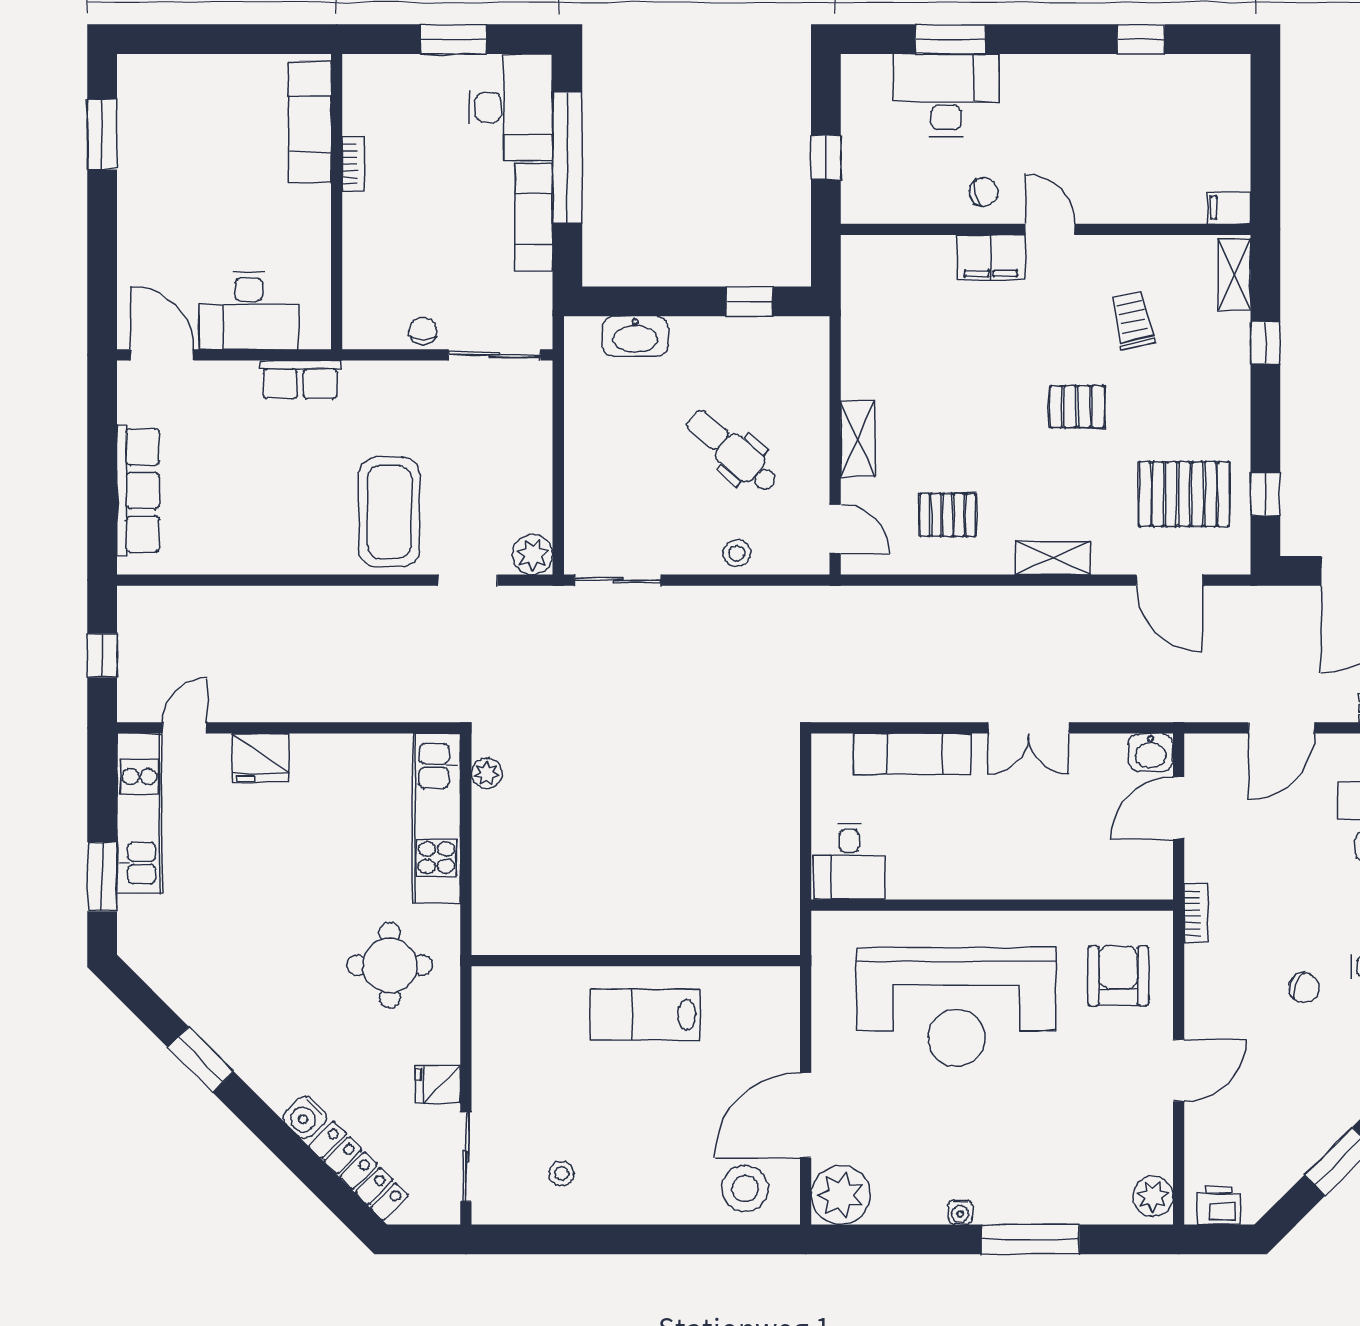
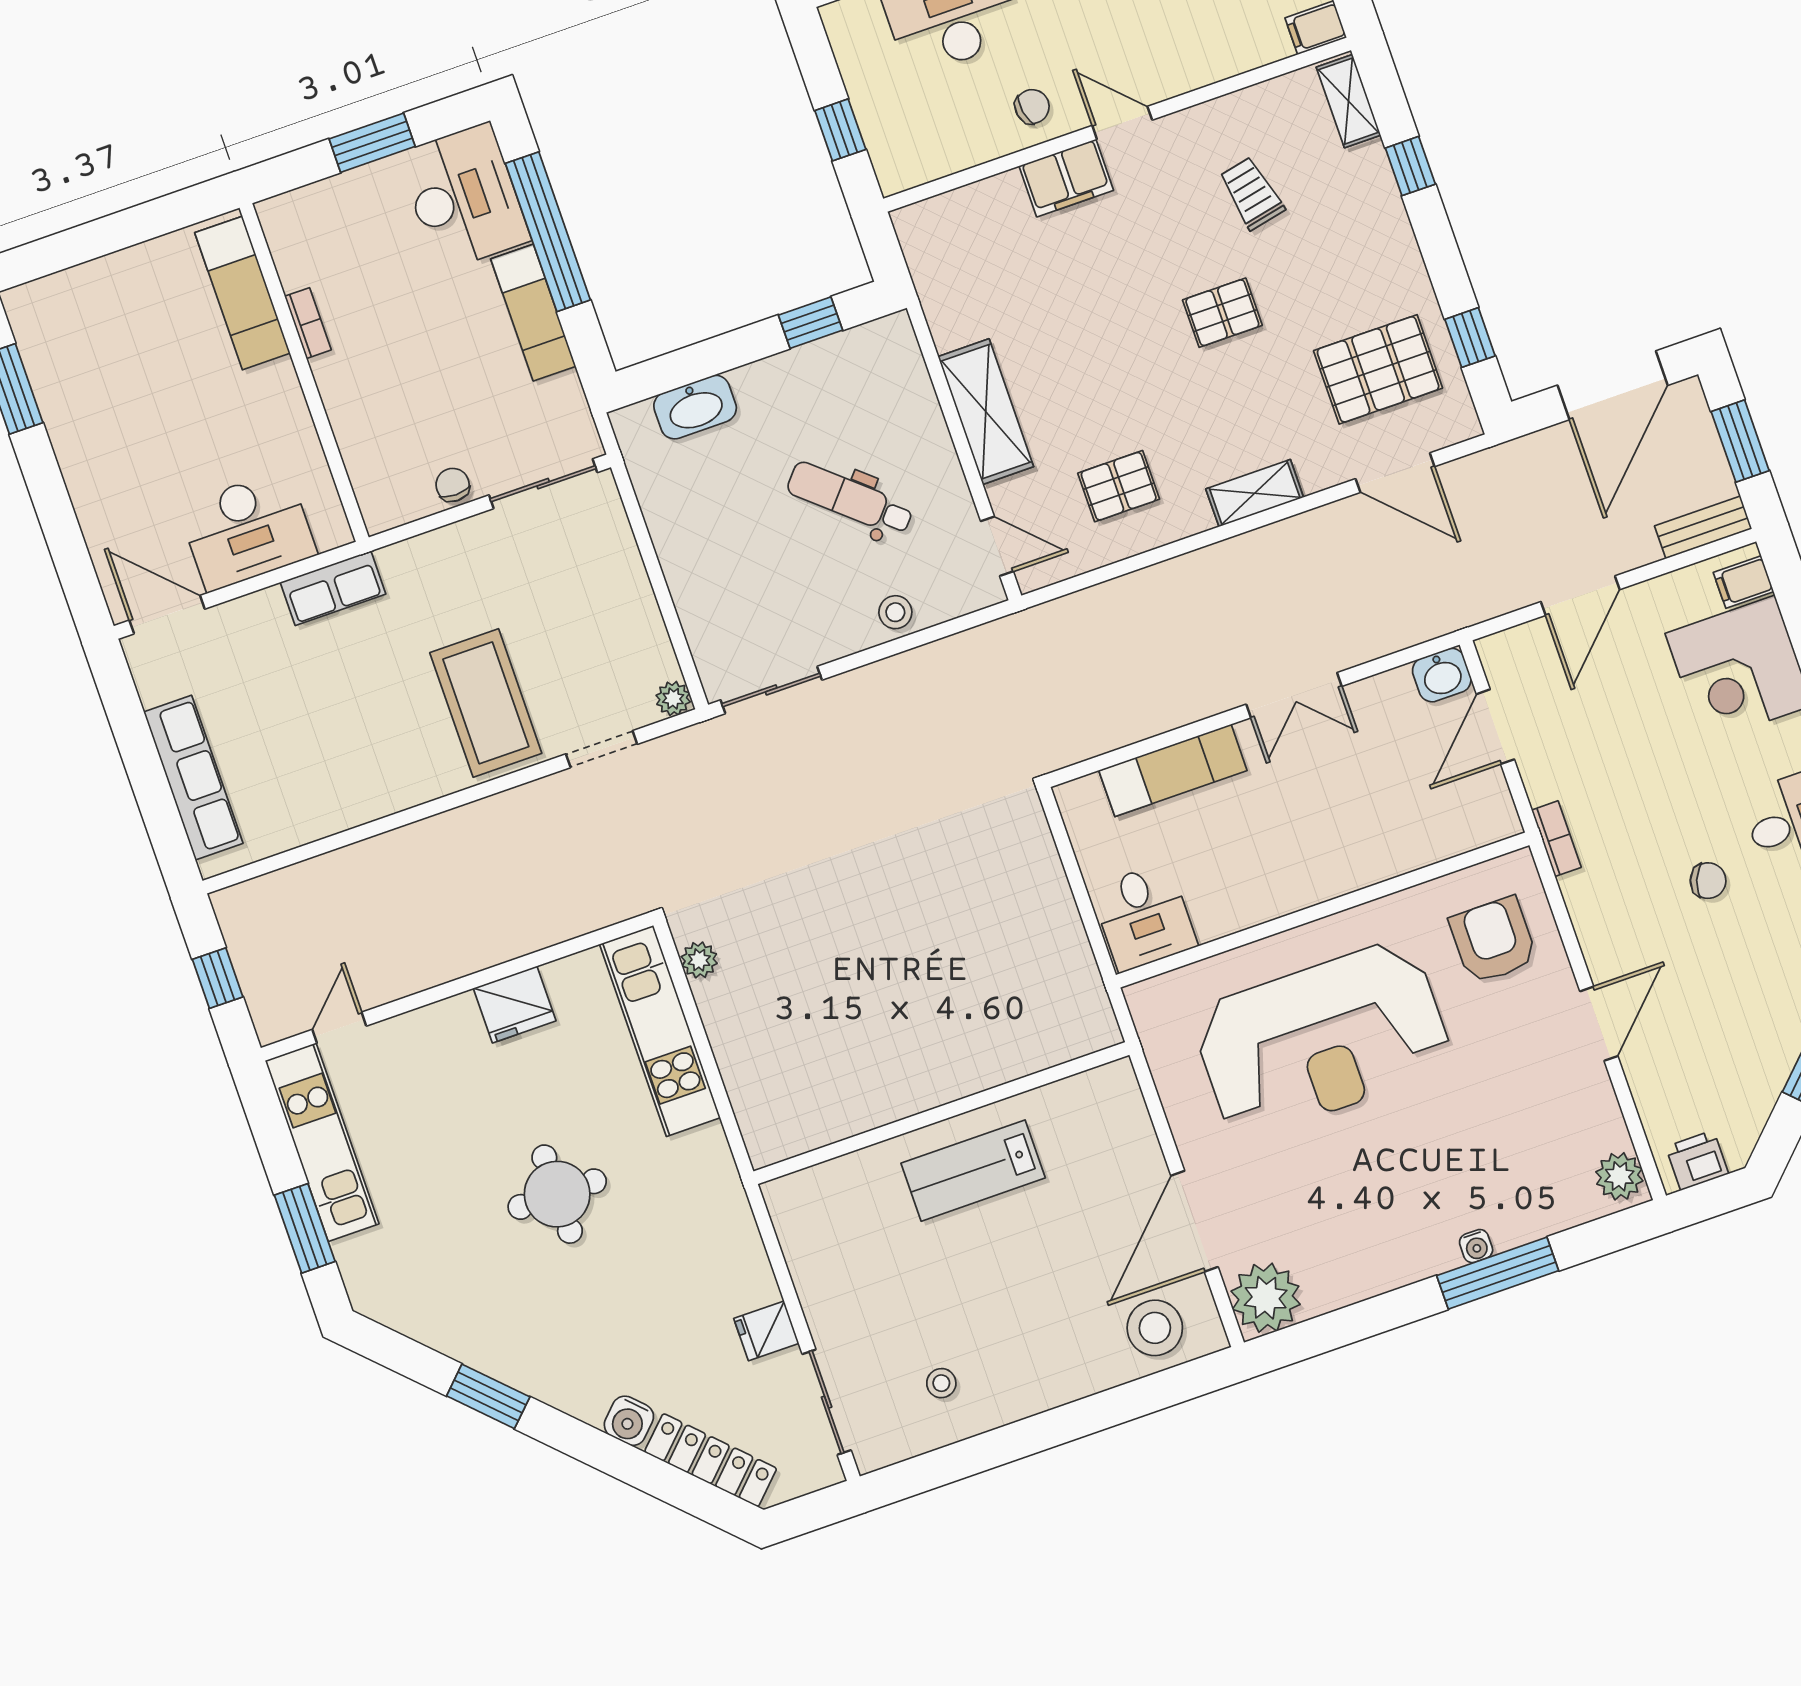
shelving: (858, 439) -> (986, 412), width x1.50, depth x1.33
plant: (533, 555) -> (673, 699), width x0.73, depth x0.73
fridge: (261, 758) -> (515, 1005), moved
round table: (390, 965) -> (557, 1194), moved
water cooler: (960, 1212) -> (1476, 1246), moved

